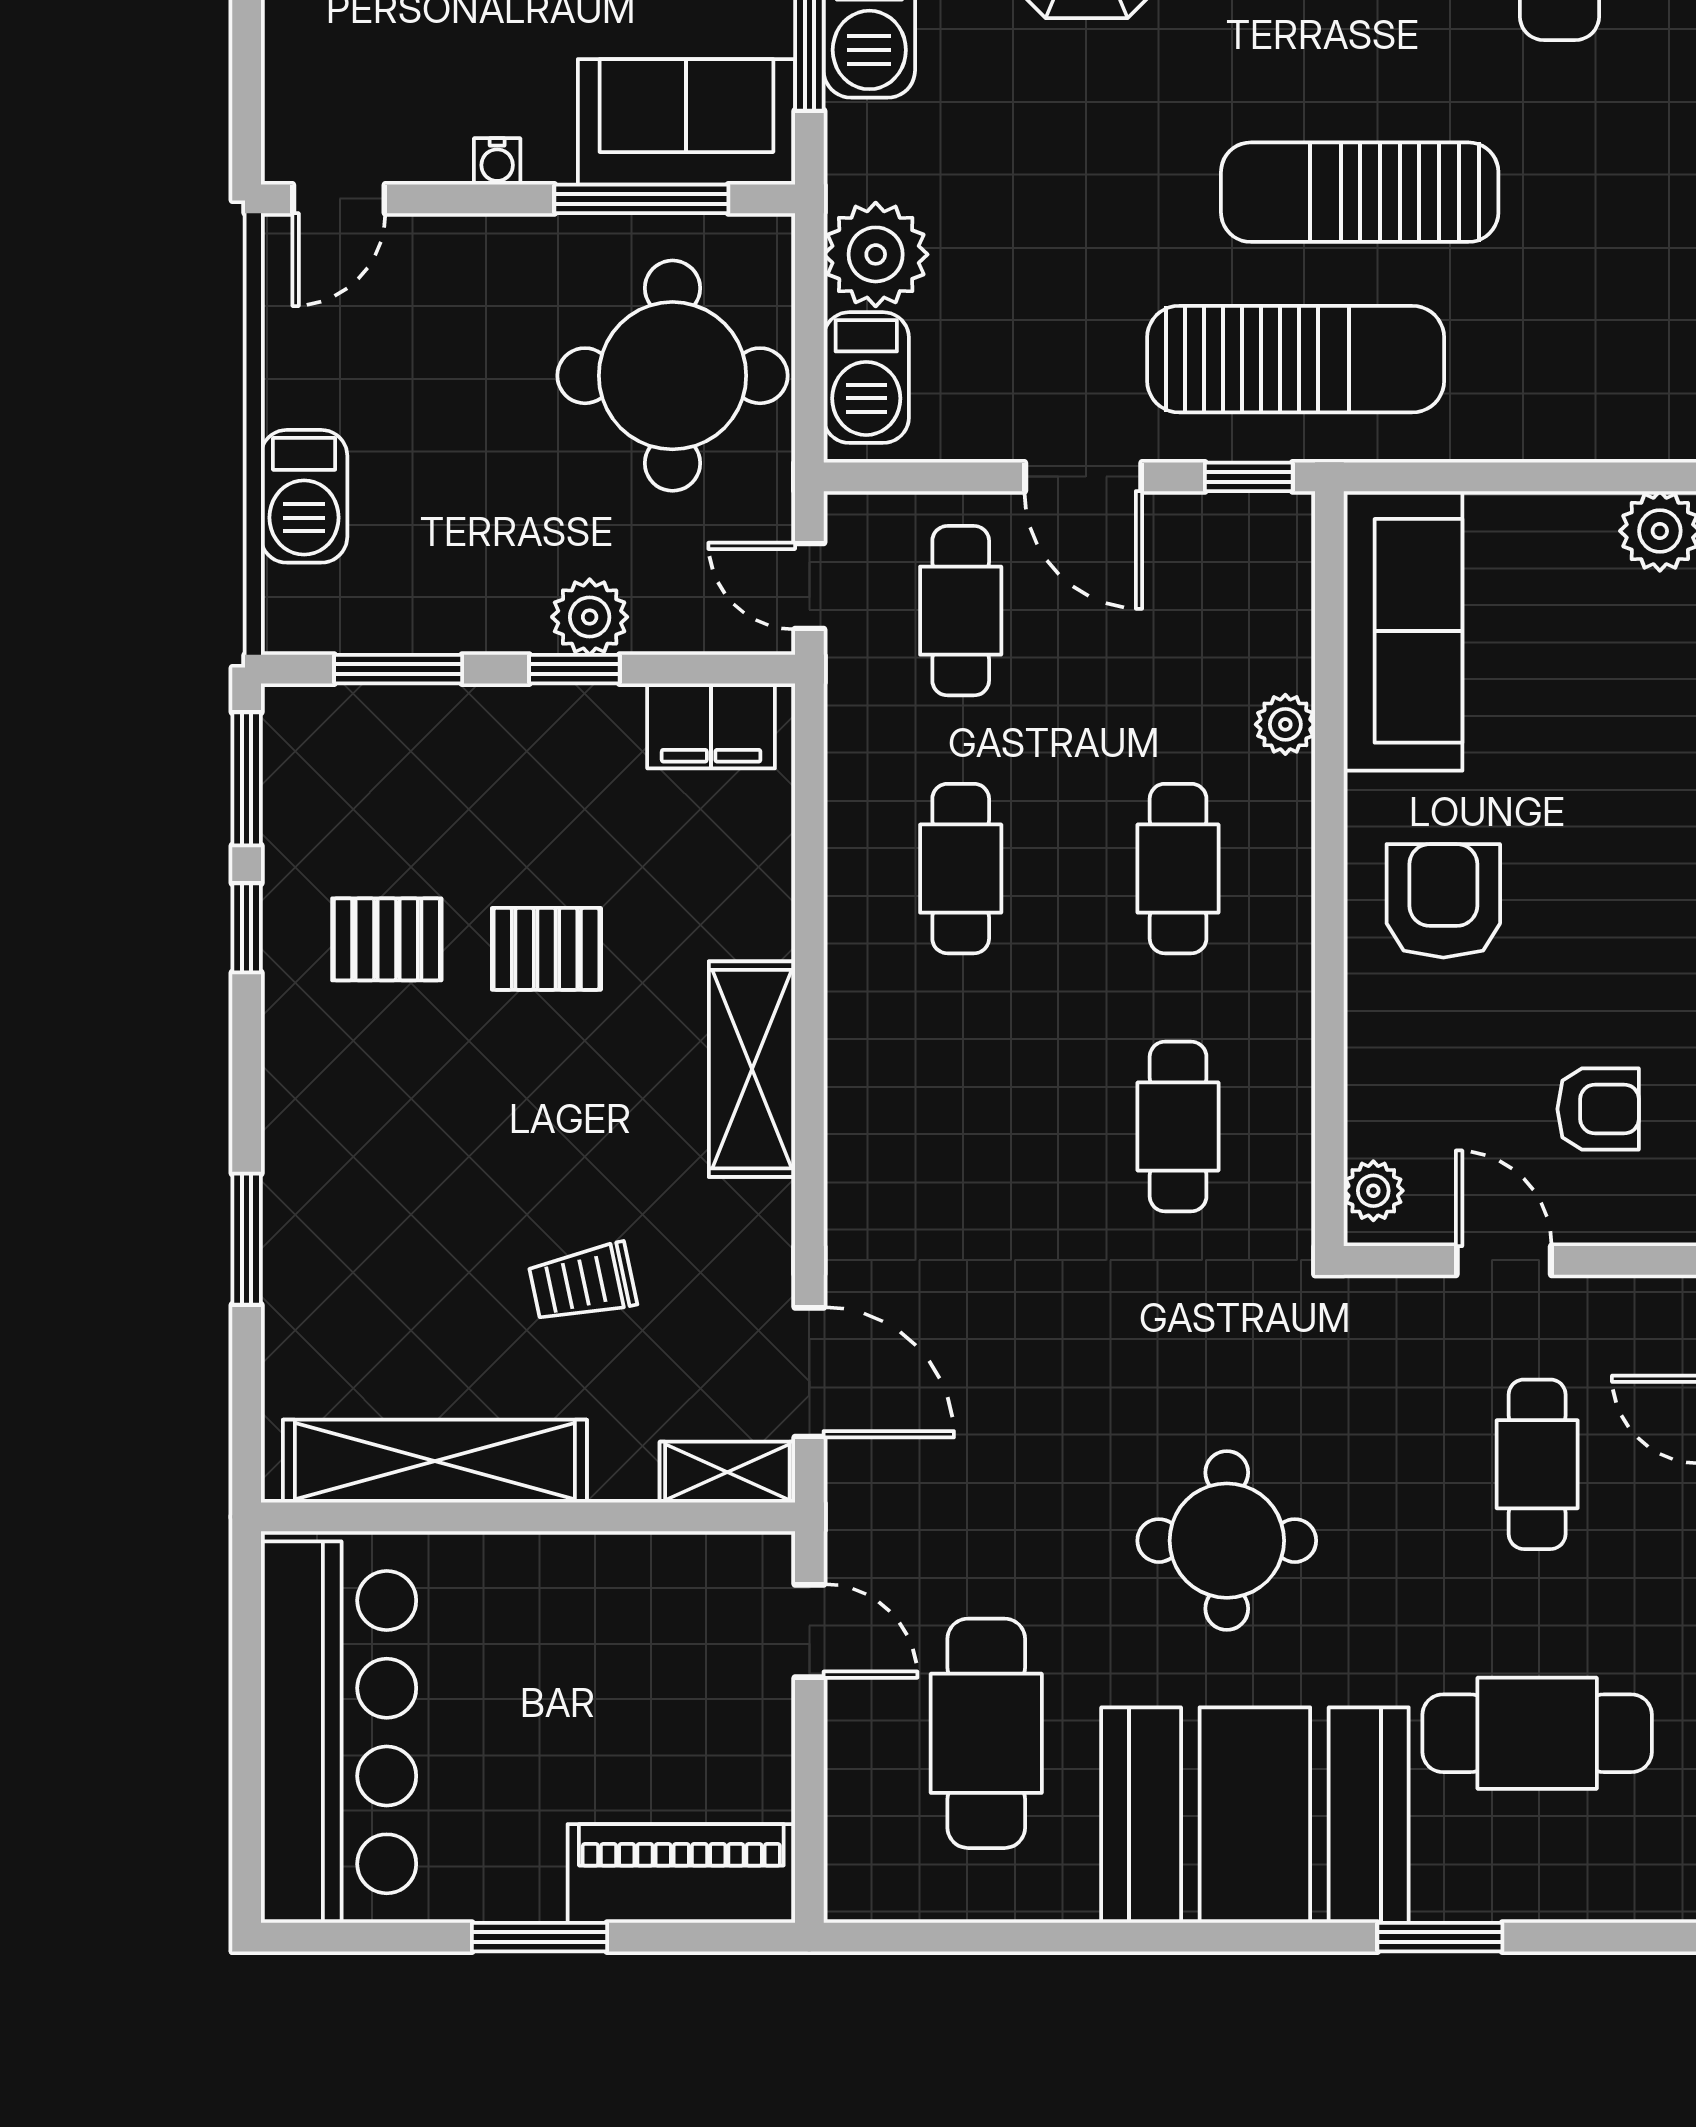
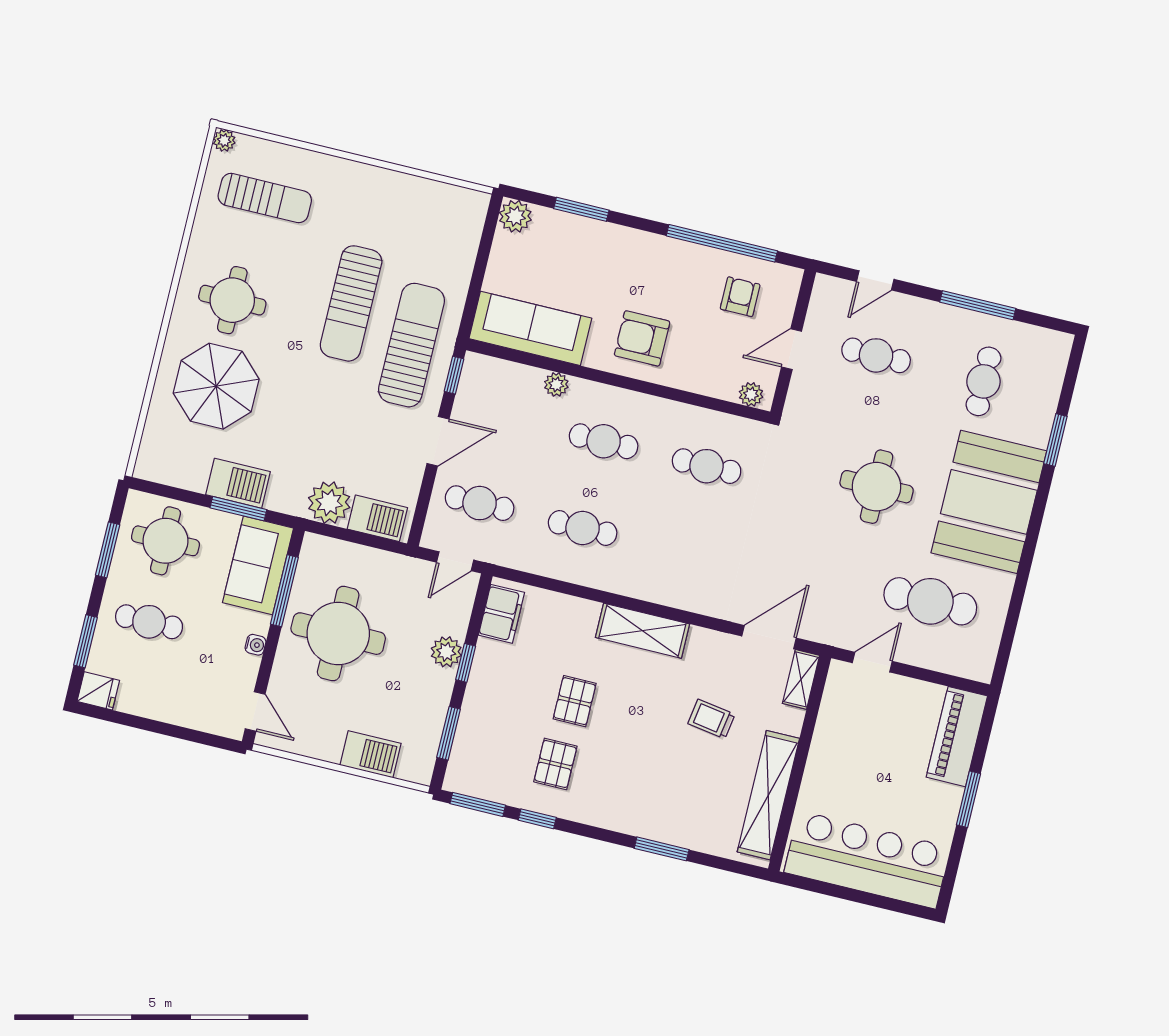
round table: (672, 376) -> (338, 634), moved
trolley: (583, 1283) -> (711, 719), turned 111
cafe table: (1537, 1733) -> (983, 381), width x0.73, depth x0.74

